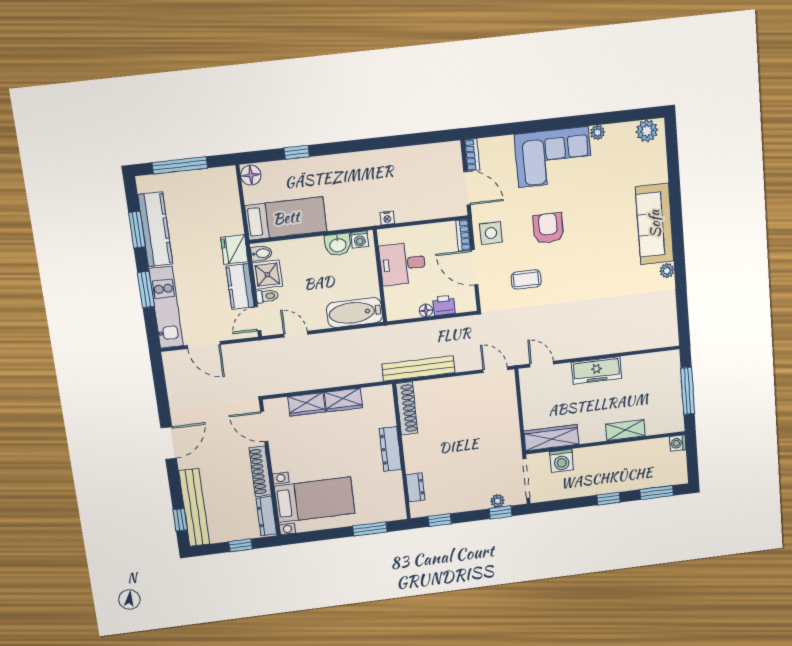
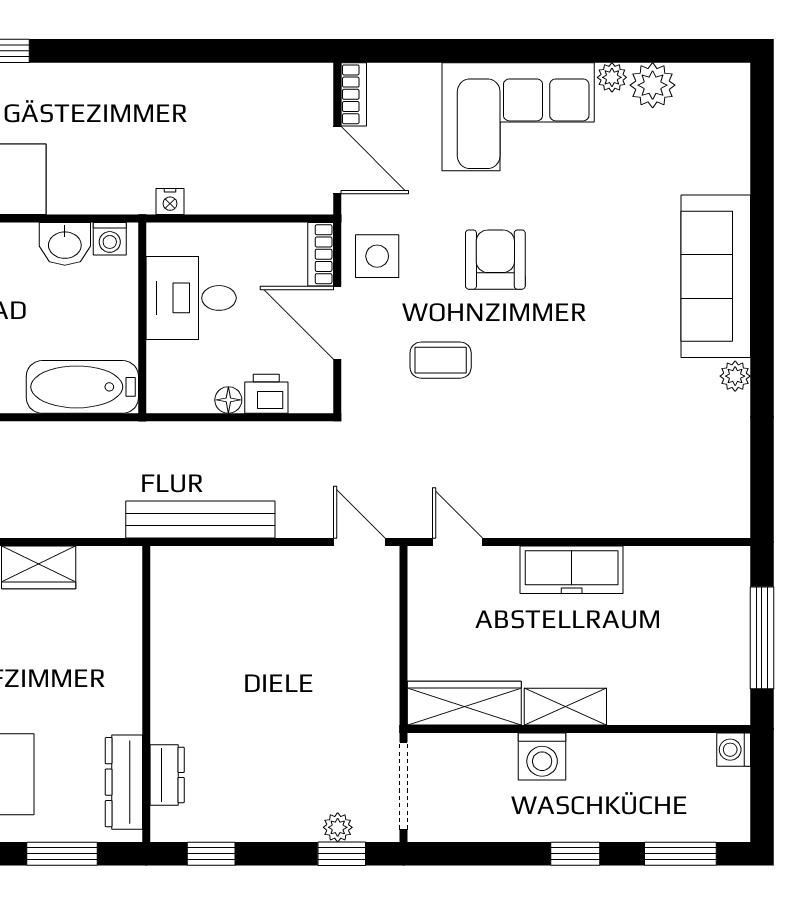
plant: (647, 131) -> (653, 85), moved
shoe rack: (407, 408) -> (167, 601), removed
shelving: (625, 430) -> (565, 707), moved
dresser: (390, 449) -> (124, 782), moved
washing machine: (562, 461) -> (542, 757), moved

